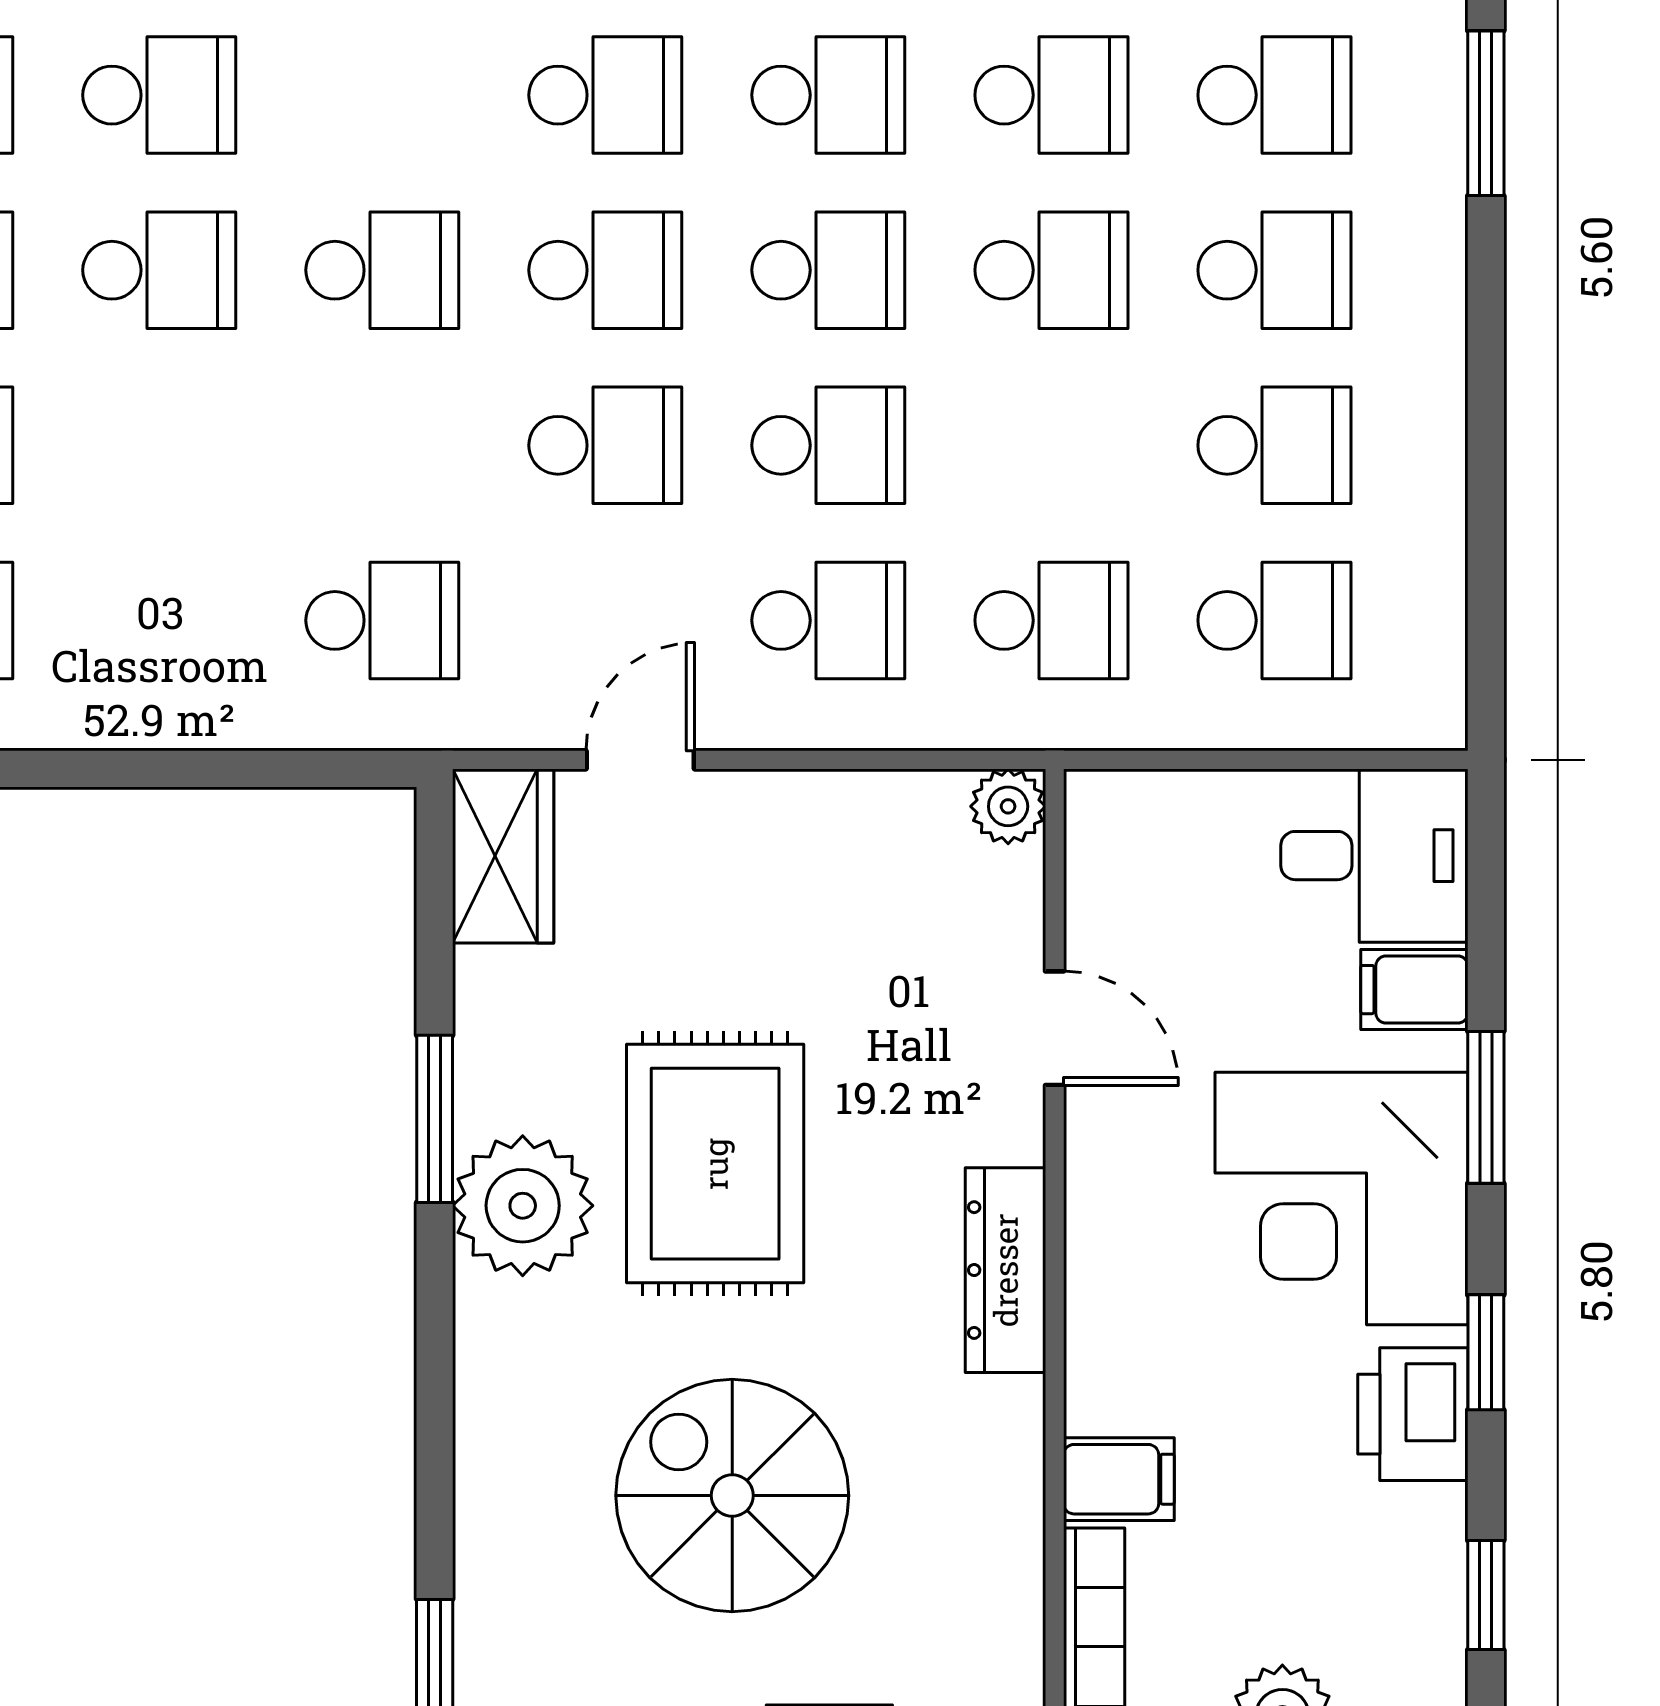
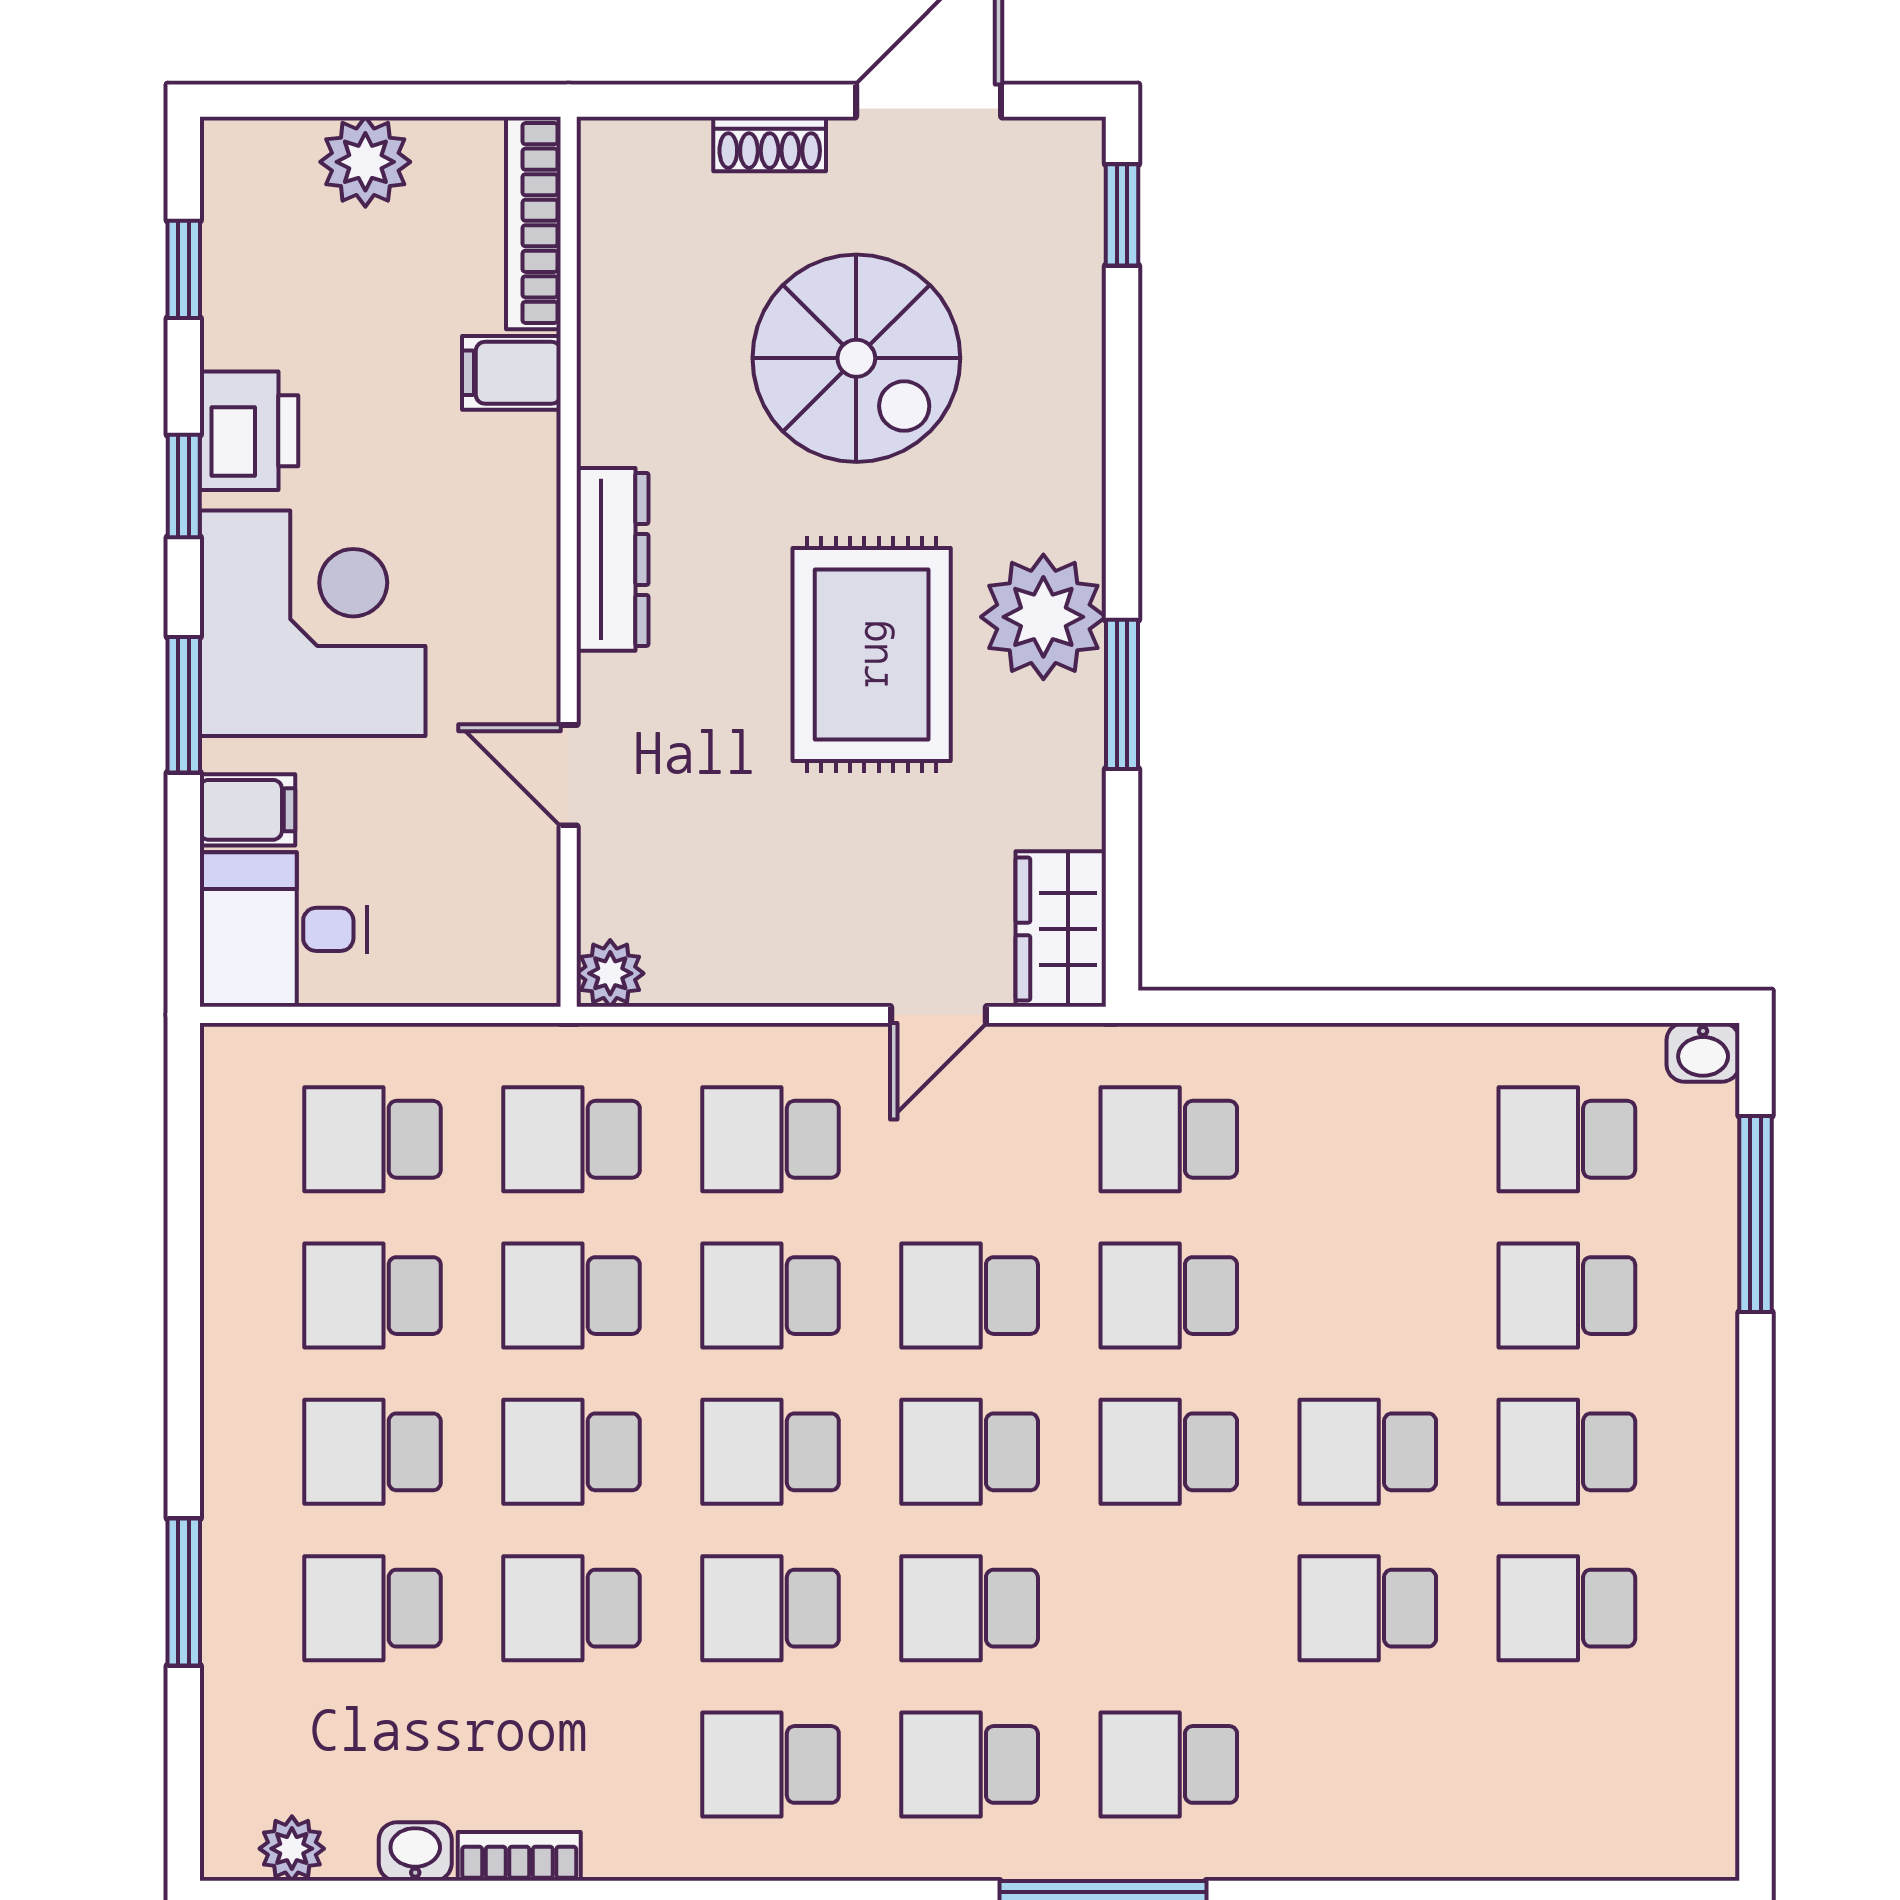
school desk: (382, 445) -> (1169, 1296), added
school desk: (1051, 445) -> (572, 1296), added

